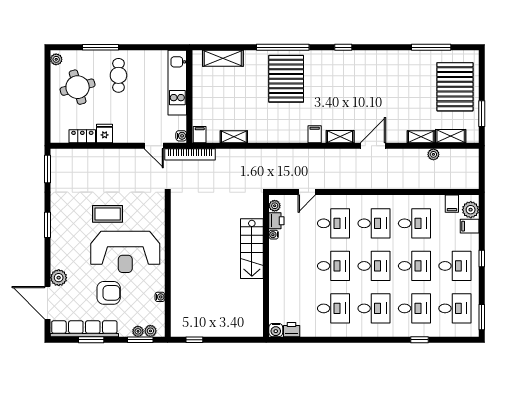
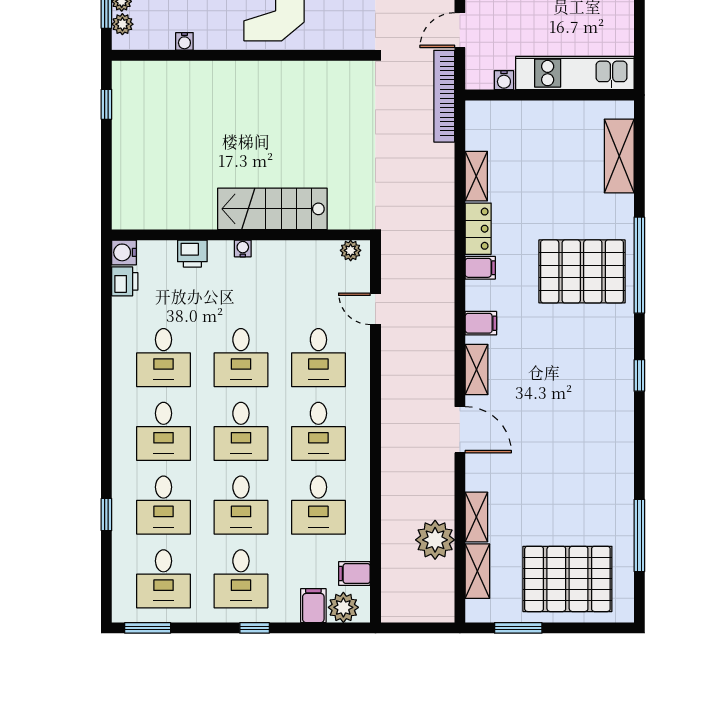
filing cabinet: (200, 135) -> (480, 268), moved
water cooler: (181, 136) -> (504, 80), moved
locker: (263, 136) -> (478, 229), added
plant: (433, 154) -> (435, 540), width x1.87, depth x1.87
printer: (276, 221) -> (192, 254), moved
water cooler: (274, 235) -> (243, 248), moved

